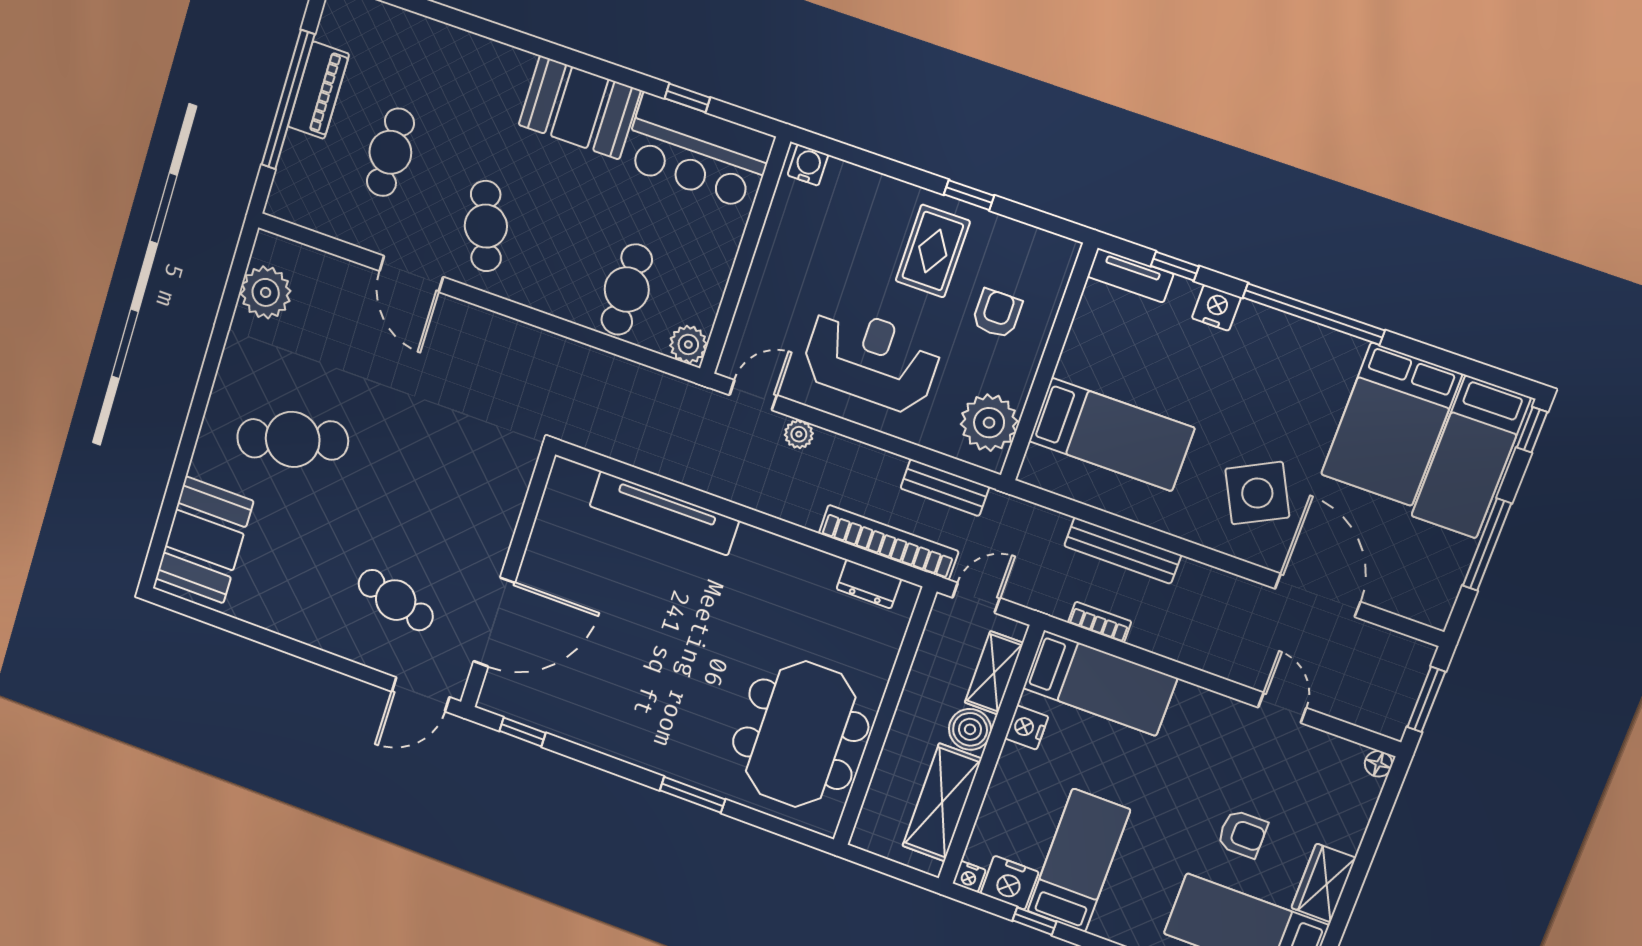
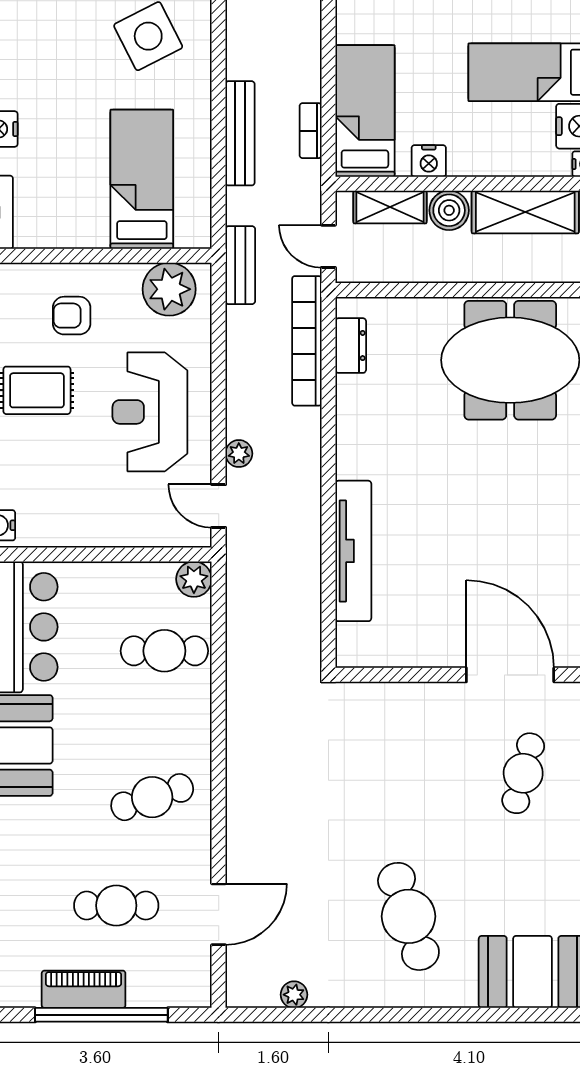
door: (411, 274) -> (219, 914), moved
plant: (266, 292) -> (294, 995), width x0.53, depth x0.53
bench: (945, 488) -> (240, 265), moved

